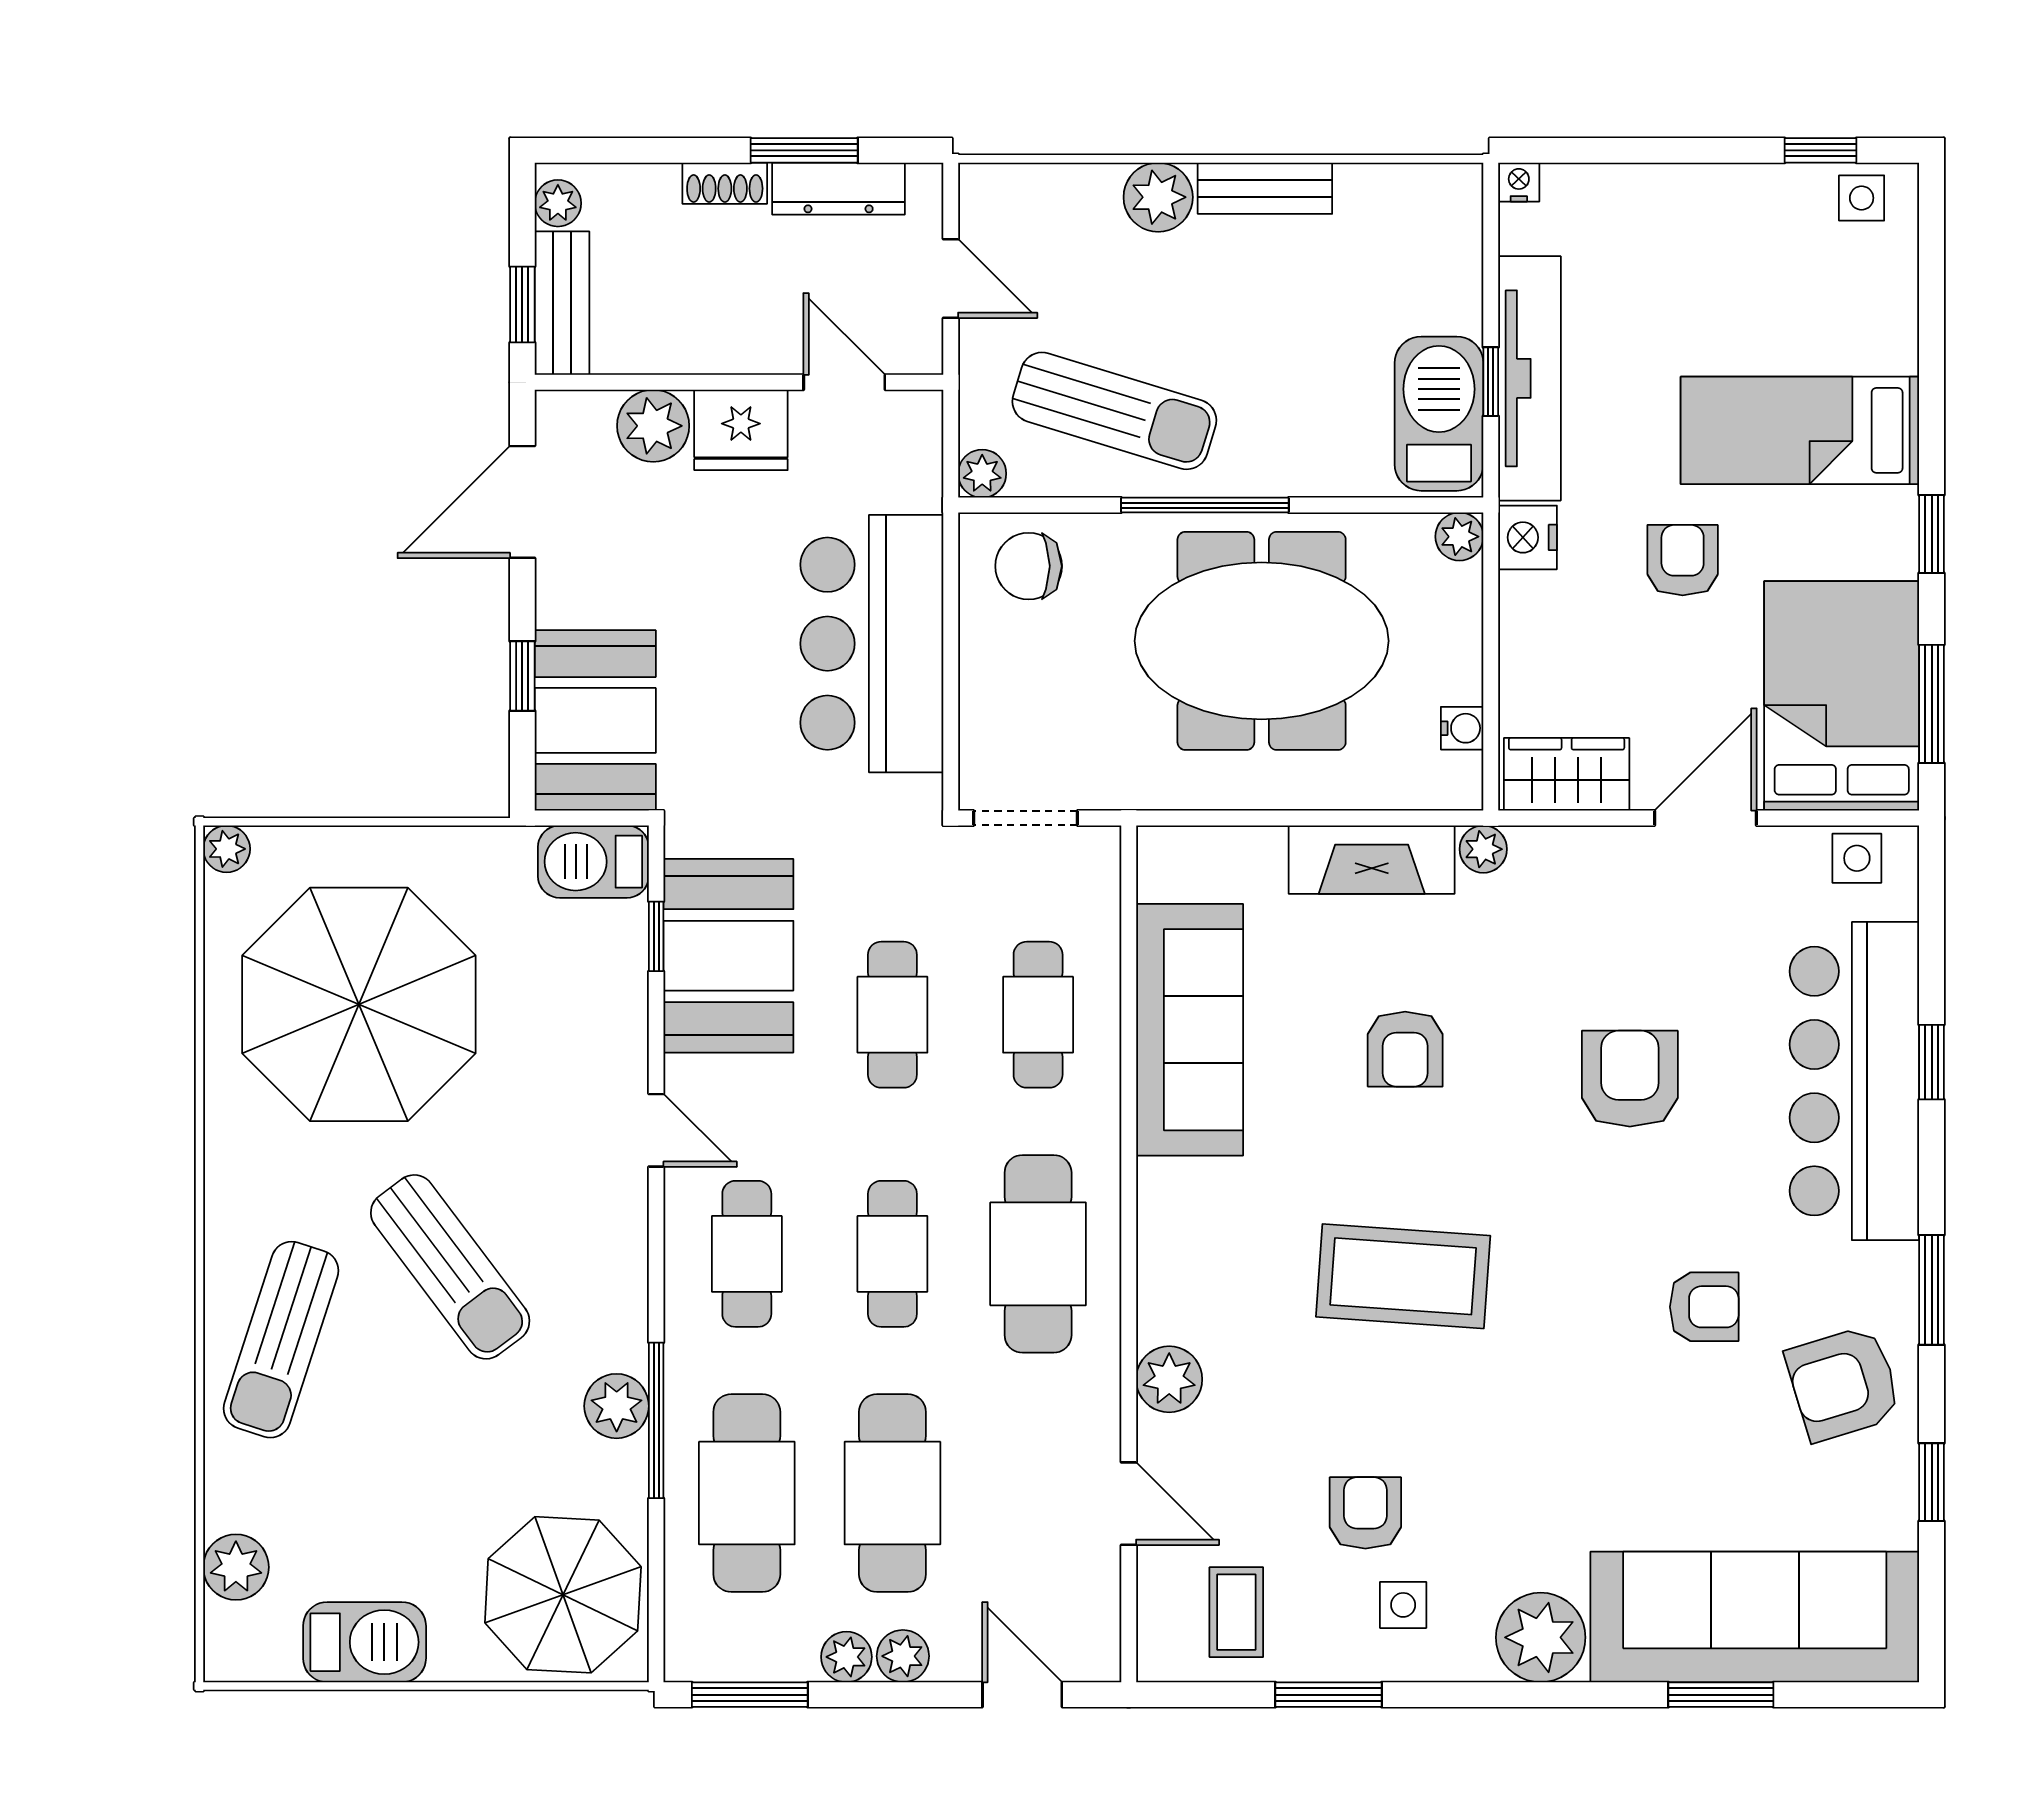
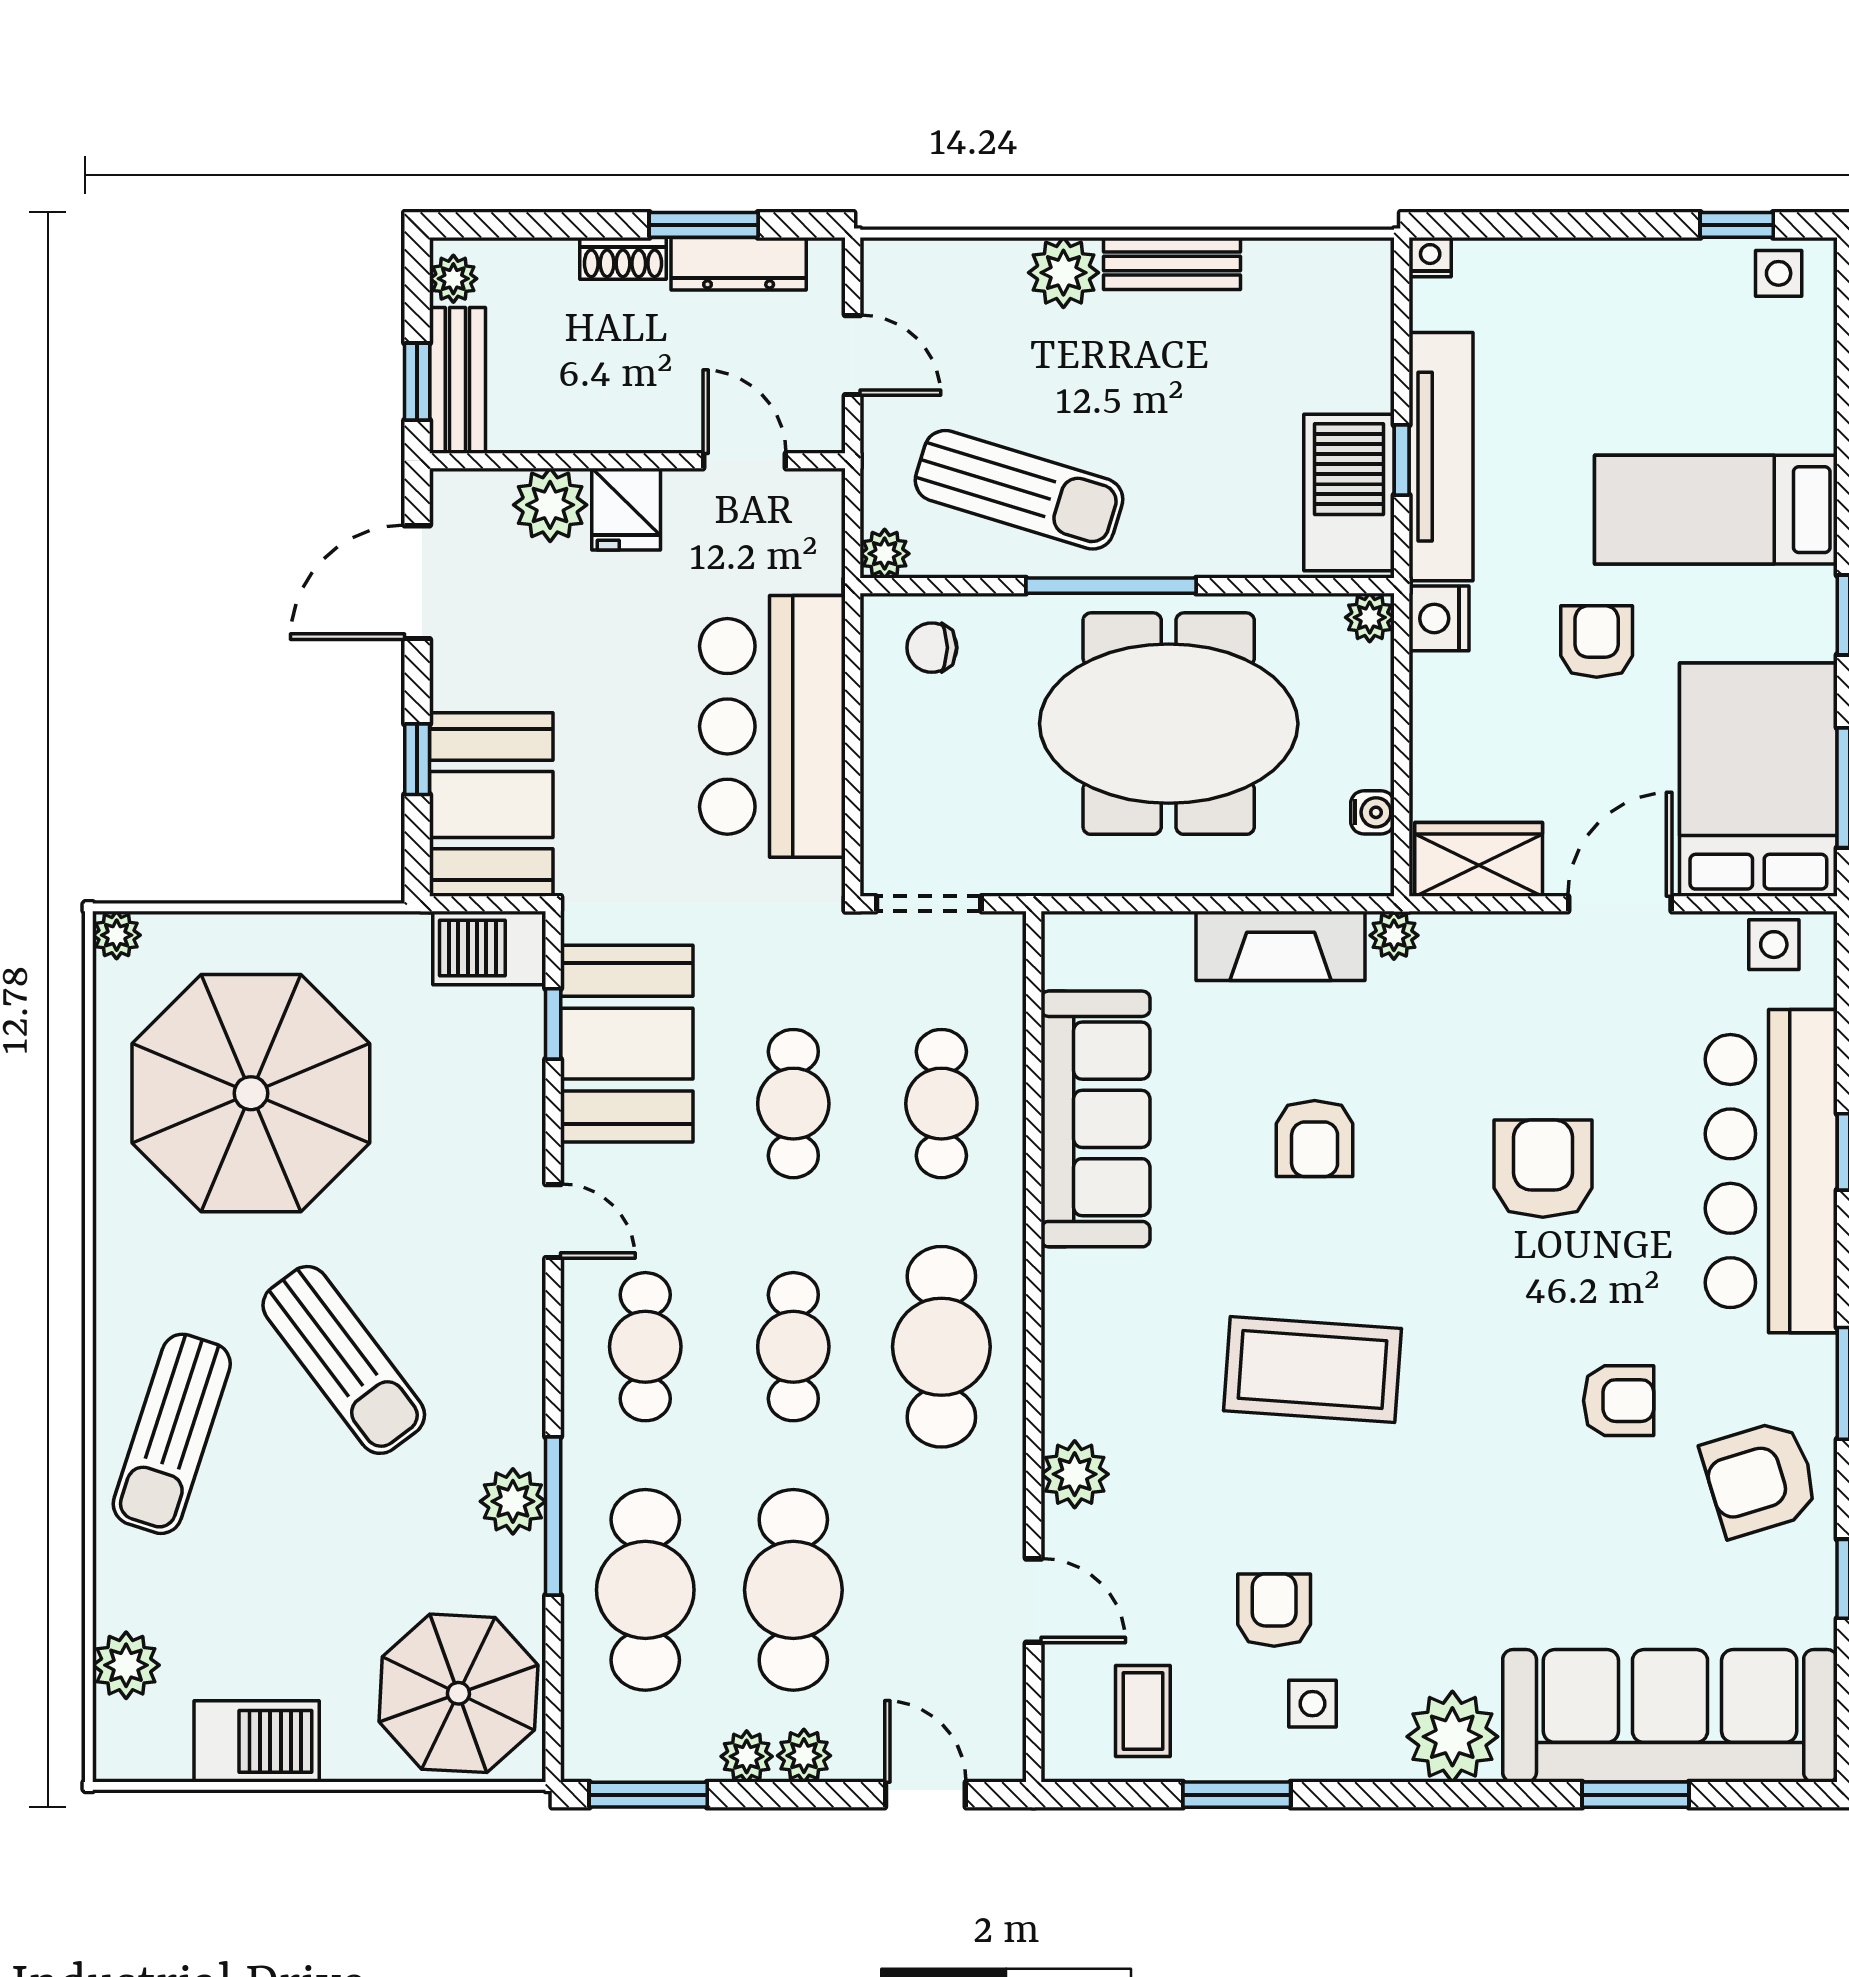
fridge: (741, 430) -> (626, 509), width x0.72
chair: (1029, 566) -> (932, 648), width x0.73, depth x0.73

